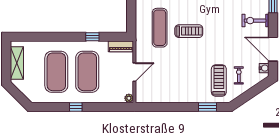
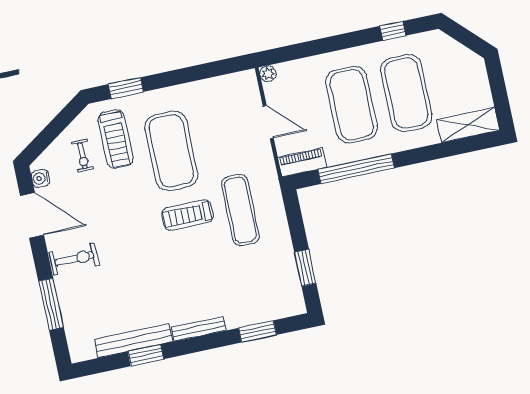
window: (92, 37) -> (356, 169), width x3.17
shelving: (17, 63) -> (468, 125), moved, turned 90
exercise mat: (190, 68) -> (171, 151), added
door: (134, 72) -> (268, 122), swing flipped
window: (76, 107) -> (393, 31), moved

